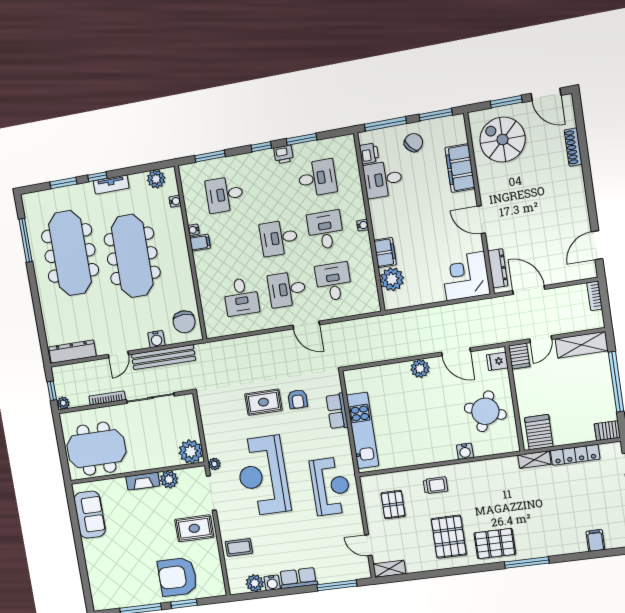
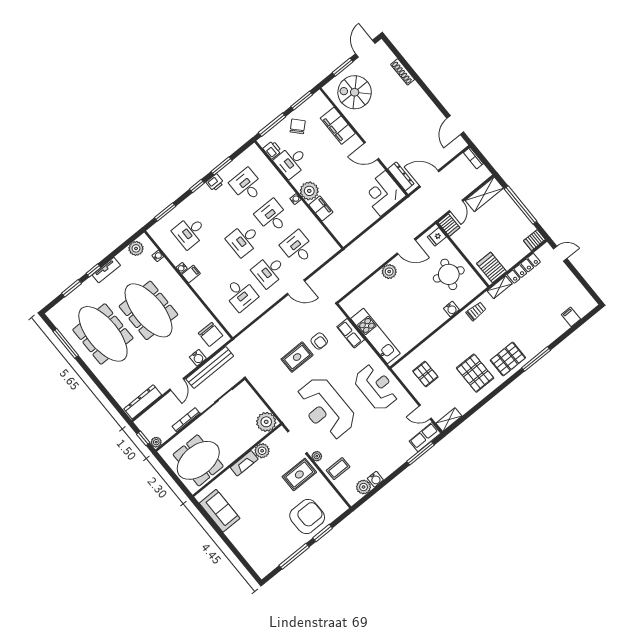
door: (546, 94) -> (365, 49), swing flipped
desk: (317, 178) -> (247, 185), turned -90
plant: (392, 279) -> (309, 191), moved
plant: (214, 464) -> (317, 456), moved
trolley: (435, 485) -> (476, 311), moved
armchair: (177, 577) -> (307, 517), turned 180
row of seats: (298, 578) -> (425, 437), moved

